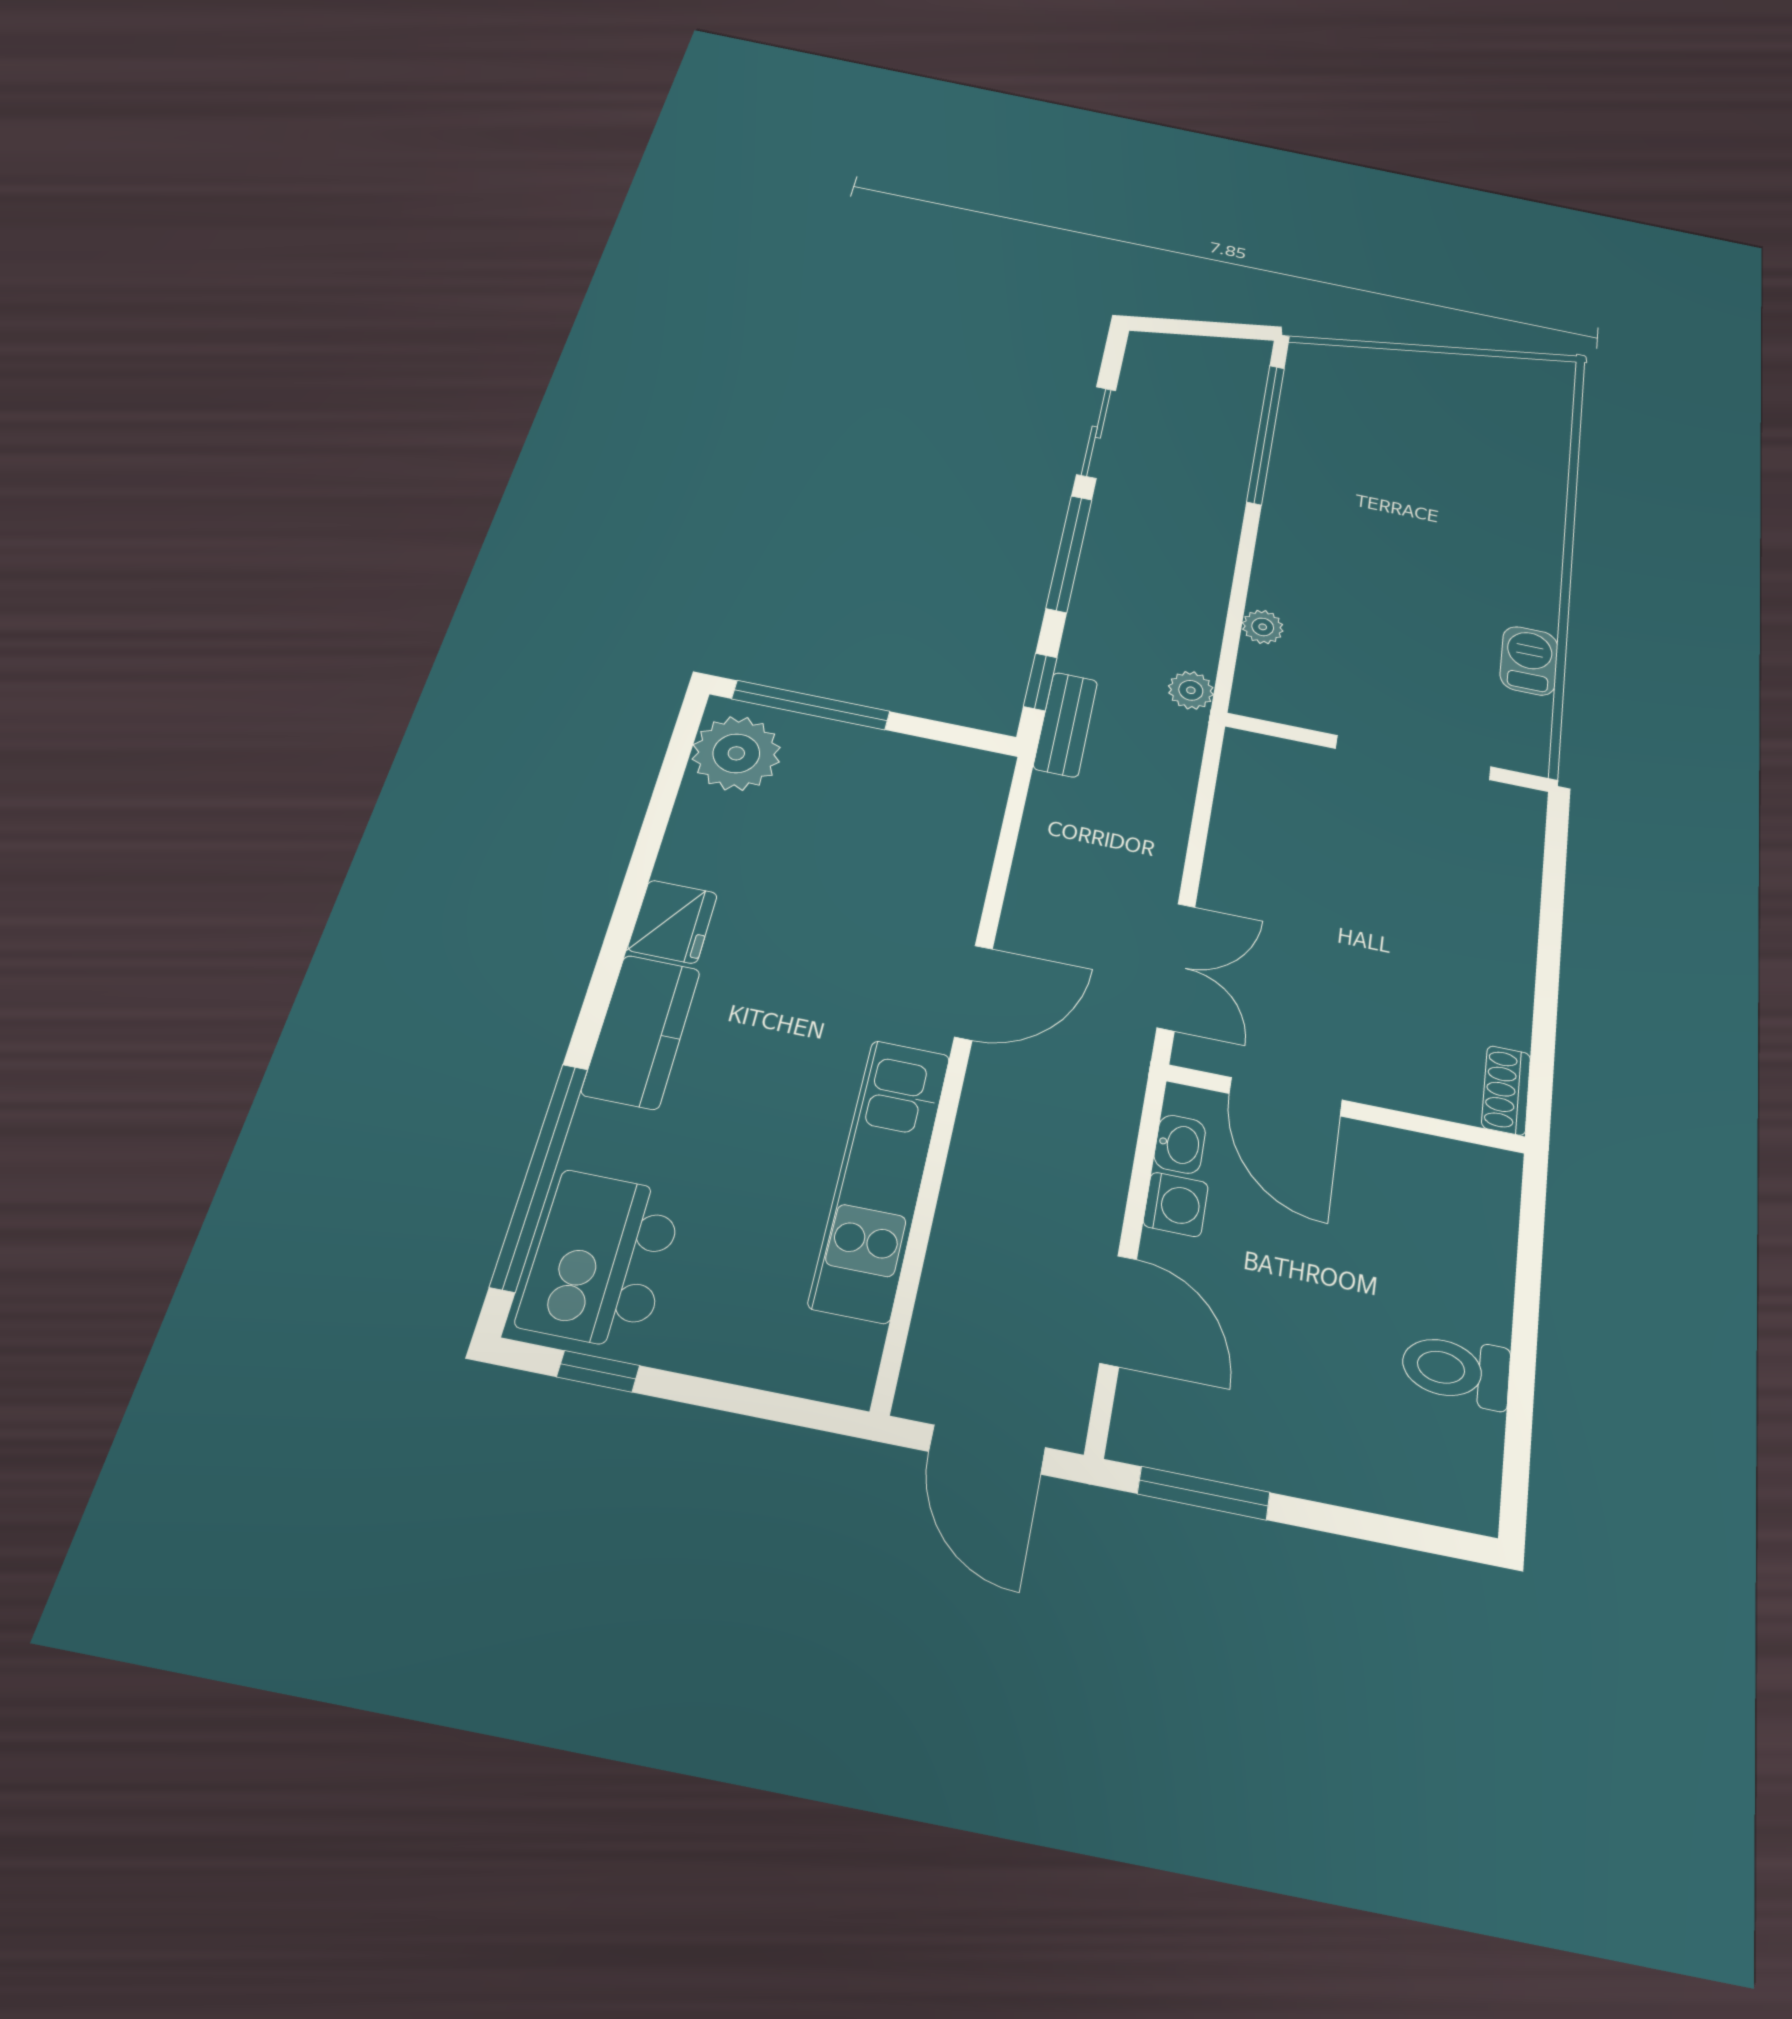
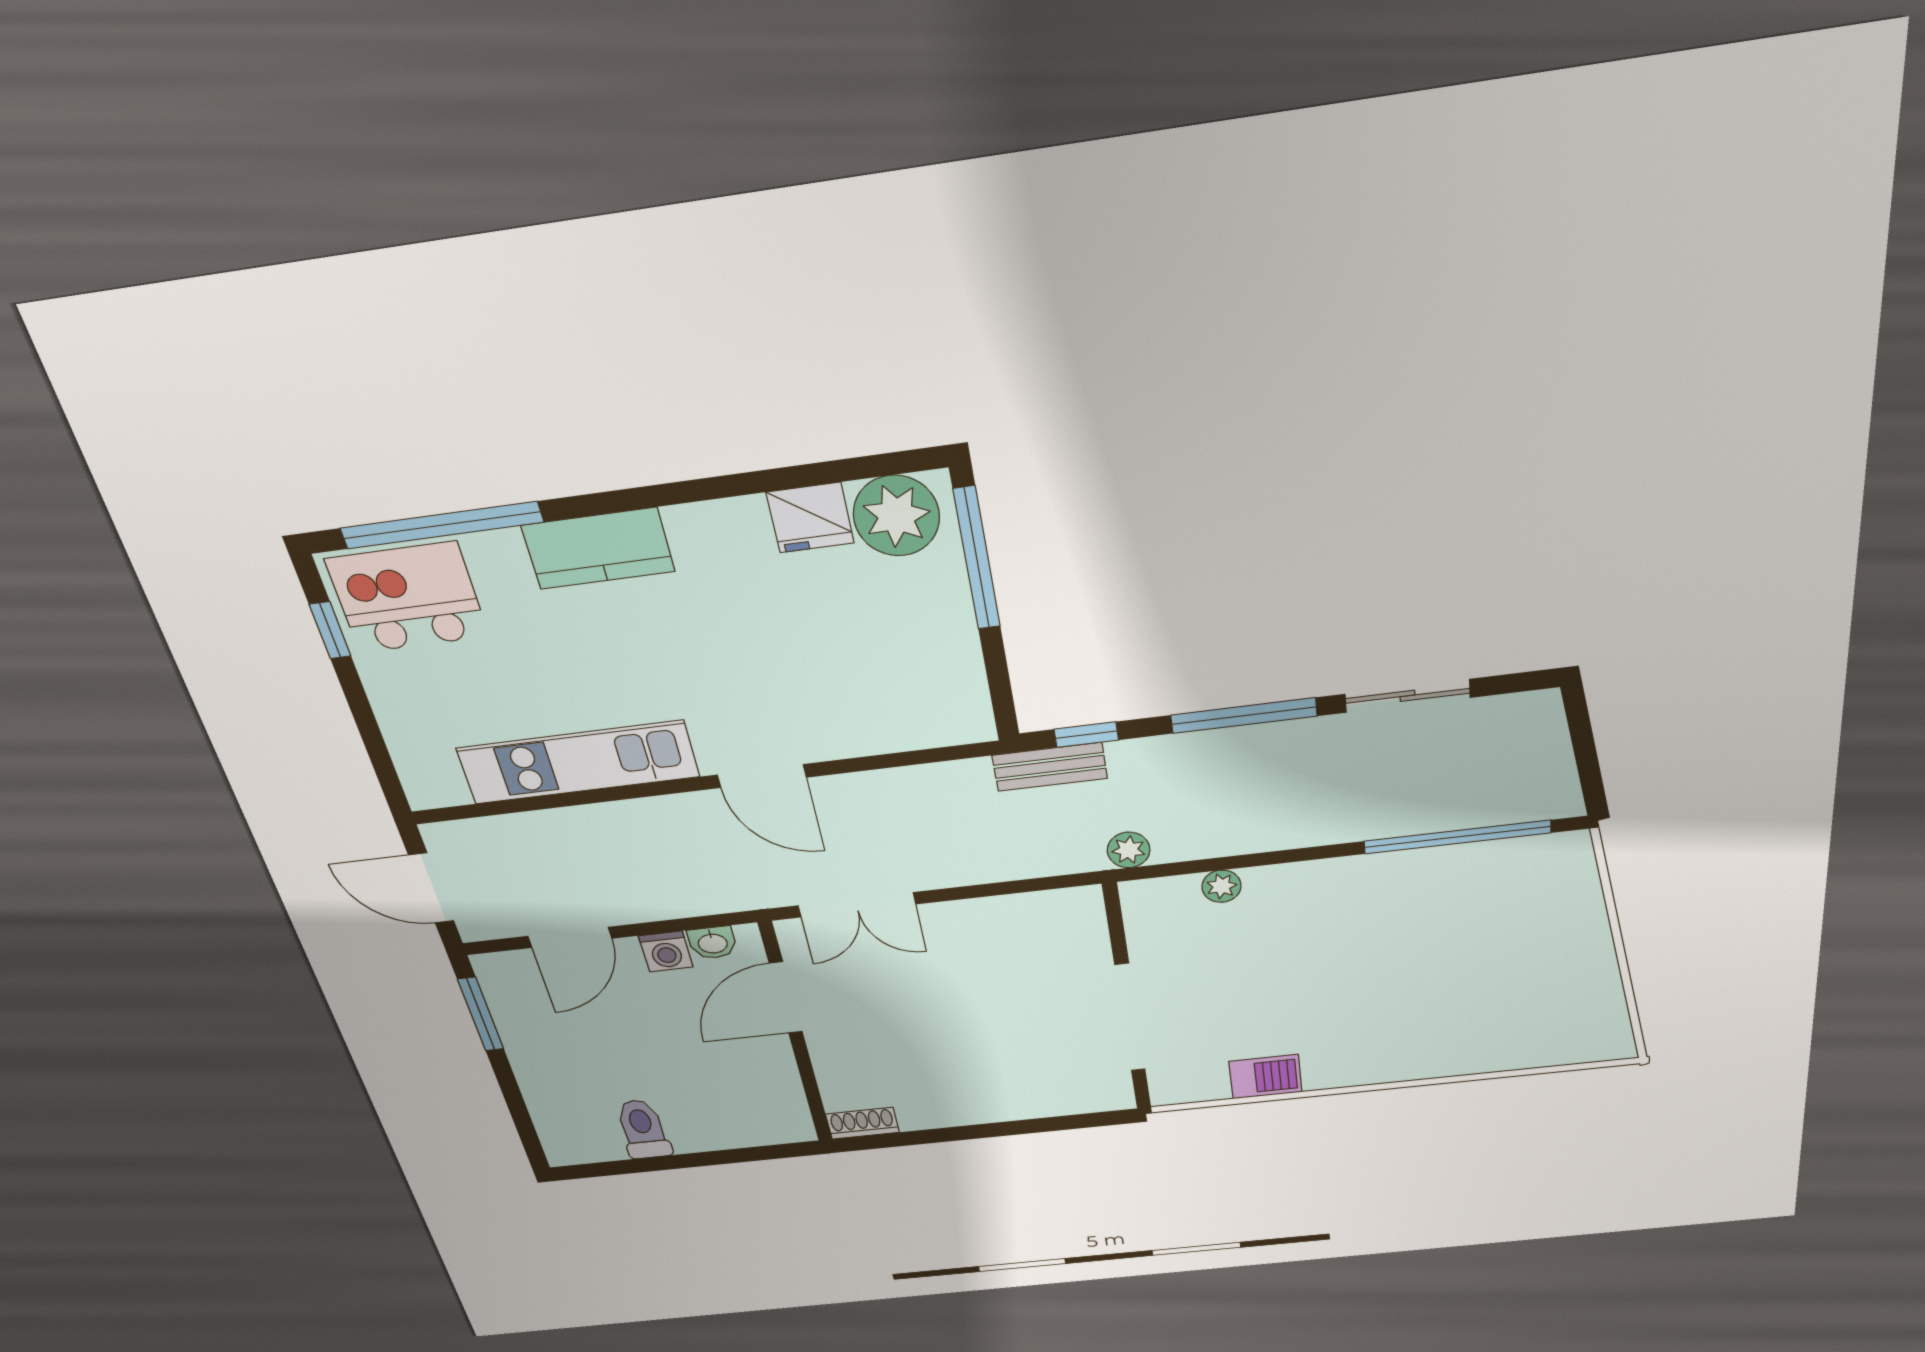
fridge: (673, 922) -> (810, 518), moved
door: (987, 1450) -> (431, 888), hinge flipped

